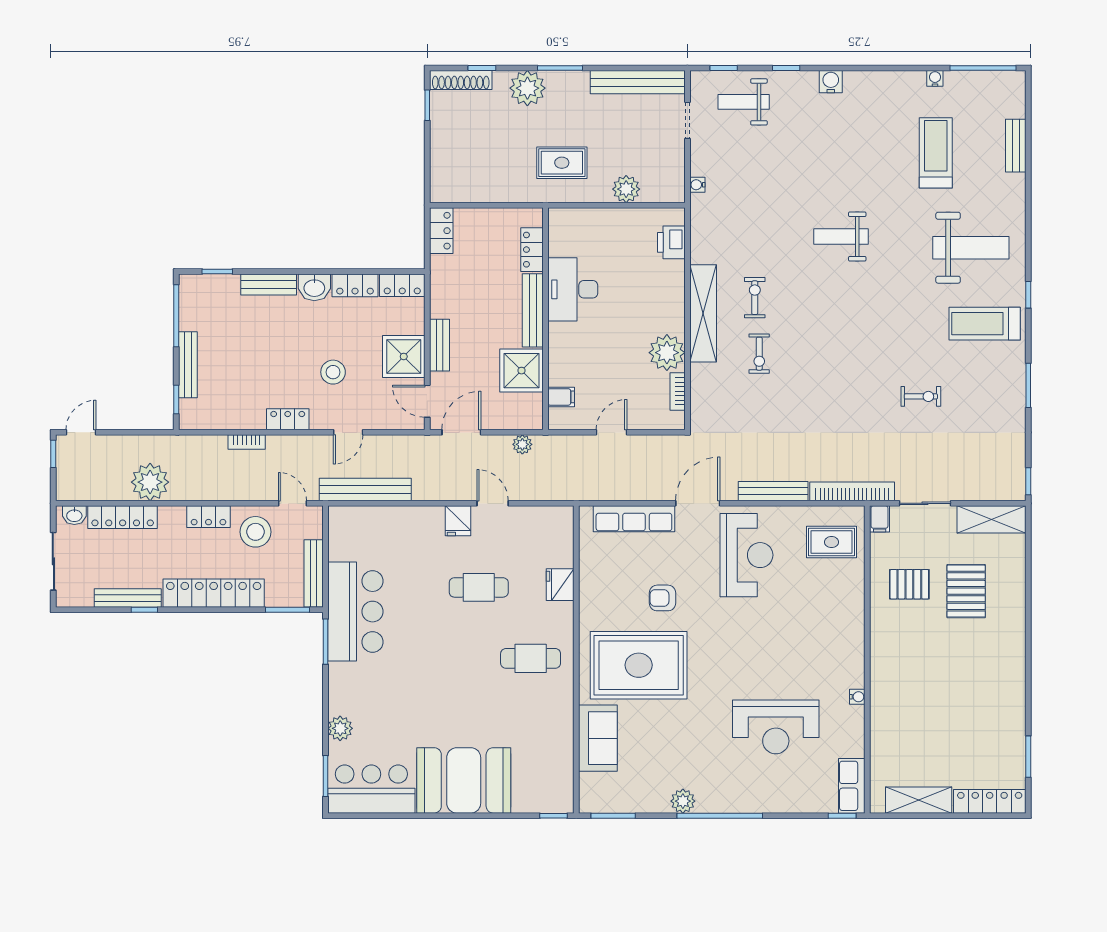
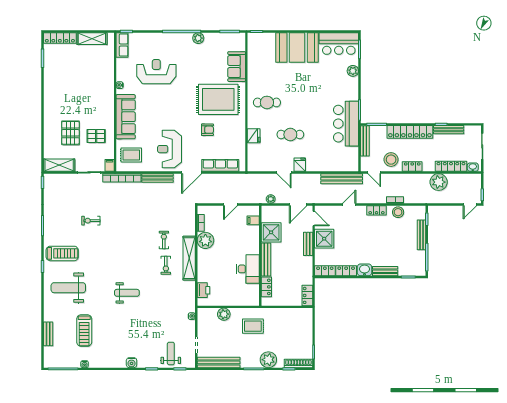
weight bench: (744, 102) -> (171, 354), turned -90
stool: (333, 372) -> (398, 212), moved
sofa: (844, 627) -> (126, 117), added

